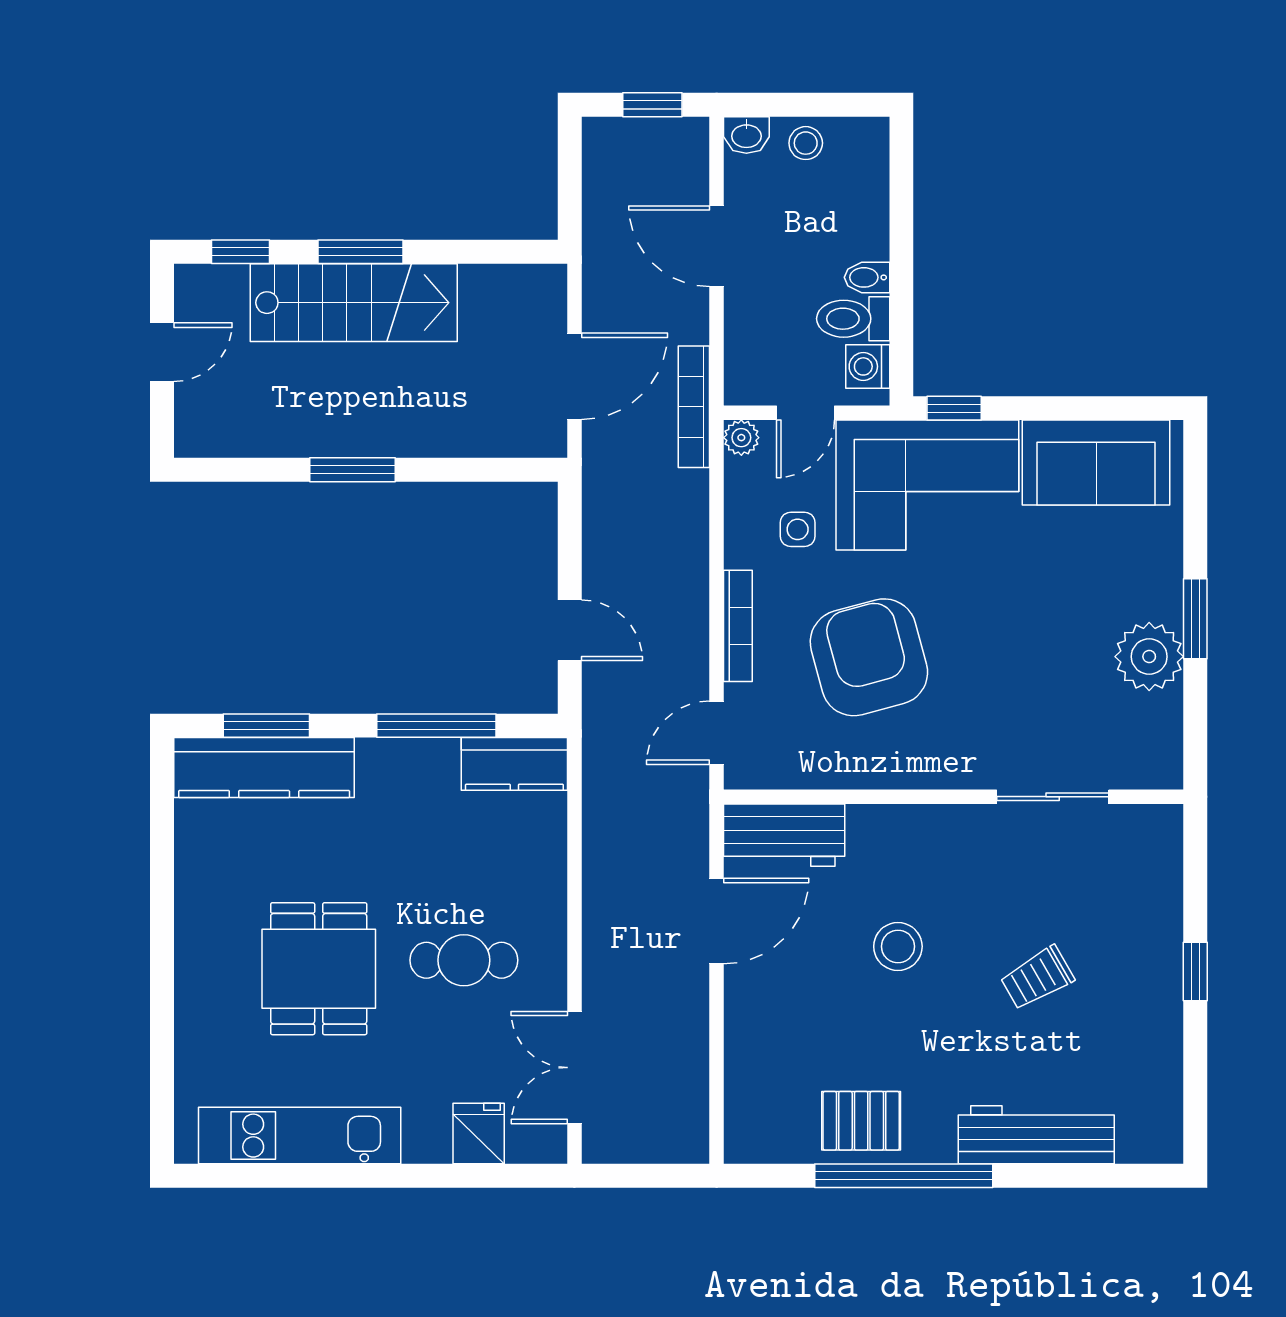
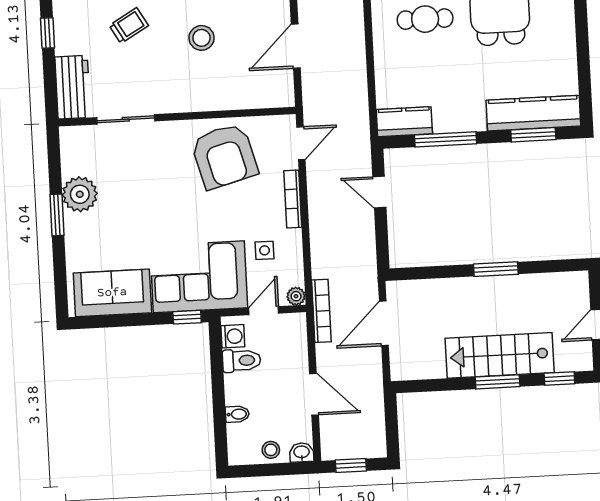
bidet: (867, 277) -> (237, 414), moved
armchair: (869, 657) -> (224, 156), moved
workbench: (784, 835) -> (73, 87), moved, turned 90

